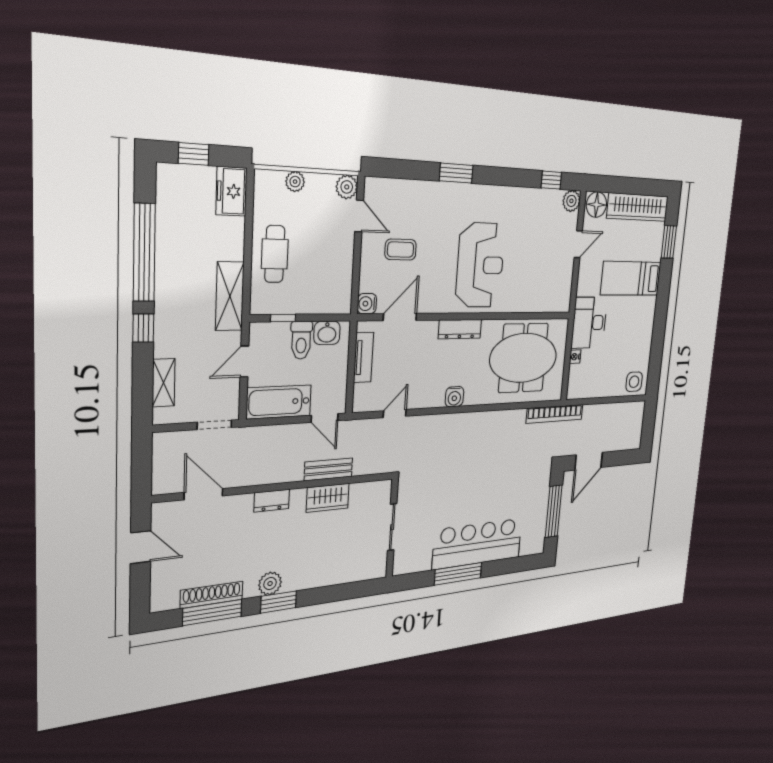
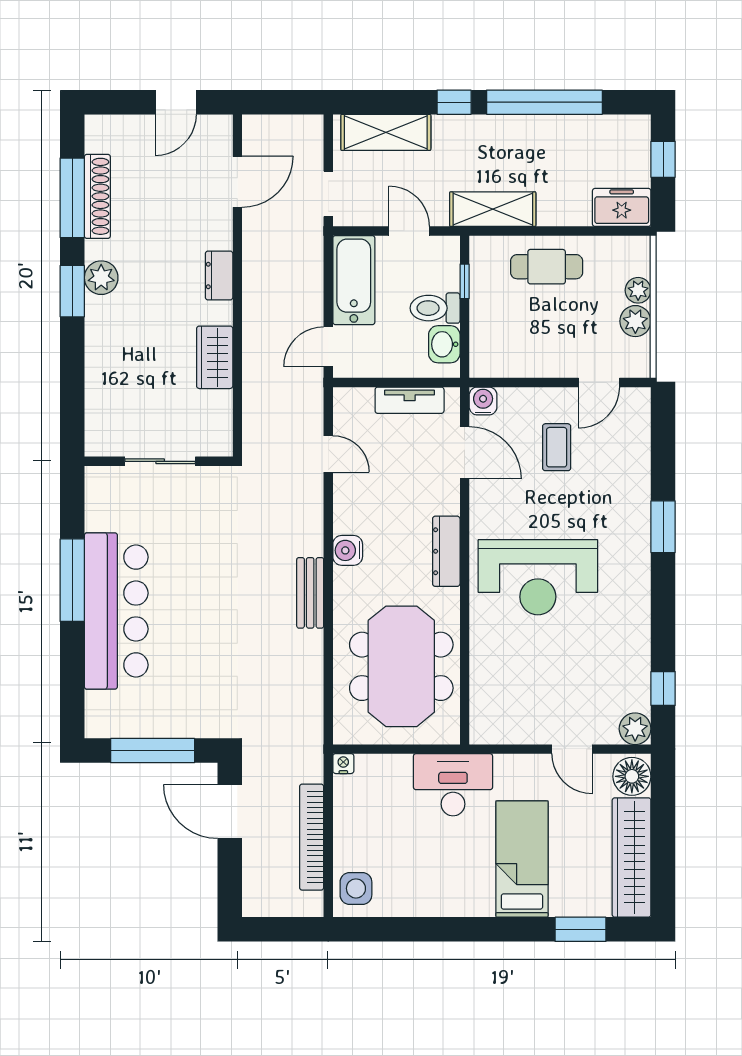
plant: (347, 187) -> (635, 321), moved
nightstand: (575, 357) -> (343, 764), moved
shelving: (164, 383) -> (386, 132), width x1.50, depth x1.33
bookcase: (555, 414) -> (312, 837), moved
bench: (328, 469) -> (310, 593), moved

